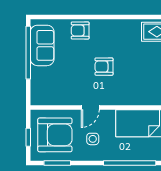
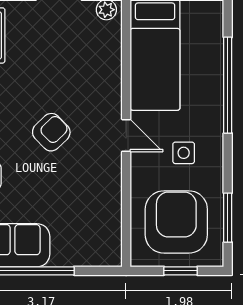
armchair: (104, 67) -> (51, 132), turned -134
door: (90, 107) -> (126, 135), moved

